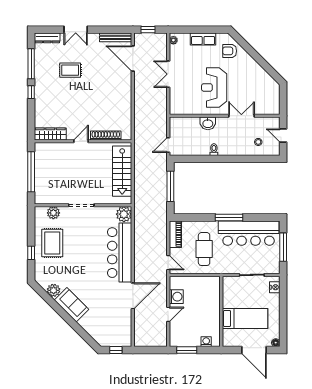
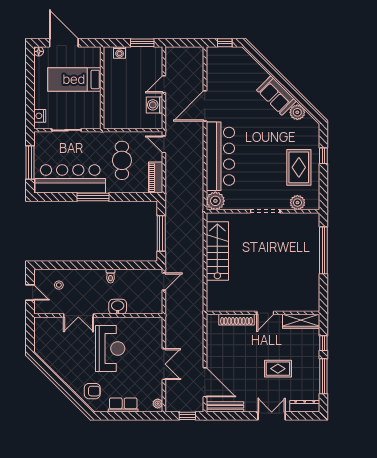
wardrobe: (50, 134) -> (301, 321), moved
shoe rack: (106, 135) -> (236, 320), moved
door: (81, 141) -> (265, 313), moved
wall: (83, 141) -> (263, 313), moved

